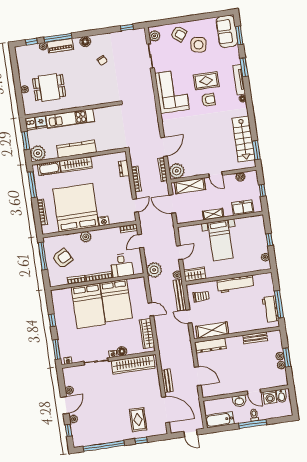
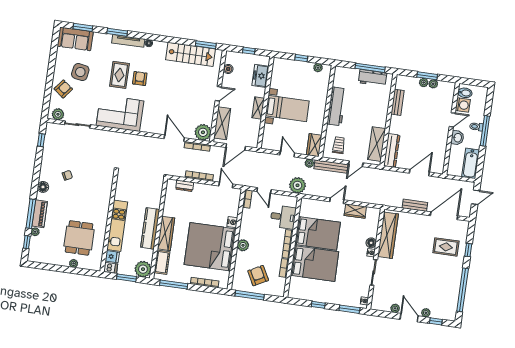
wardrobe: (147, 333) -> (355, 211), width x0.67

